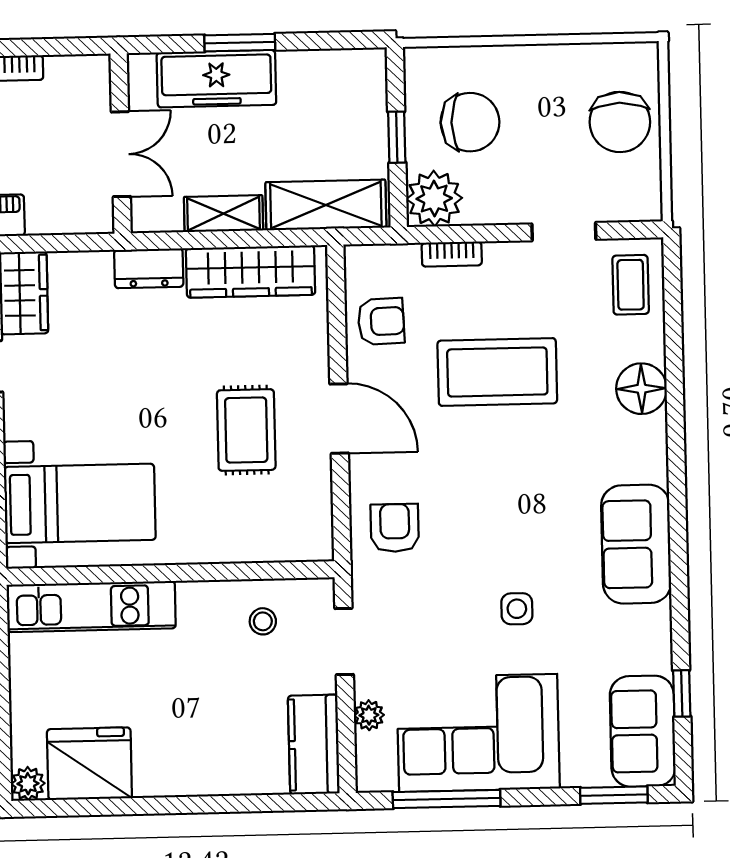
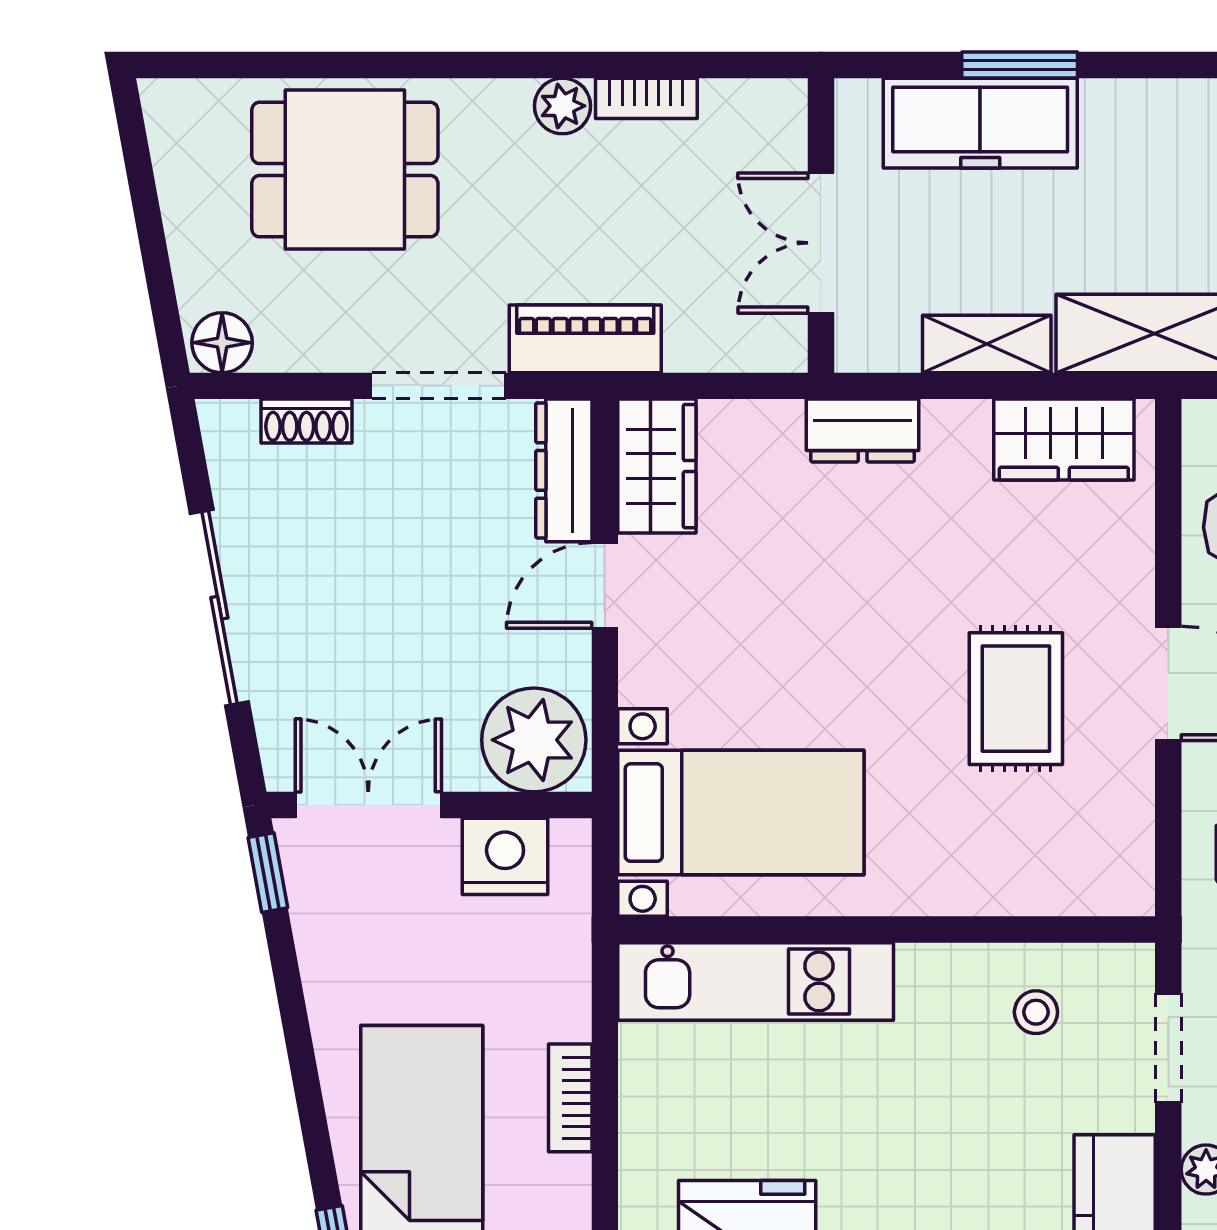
double door: (121, 154) -> (821, 243), swing flipped
wardrobe: (251, 272) -> (1064, 440), width x0.67

